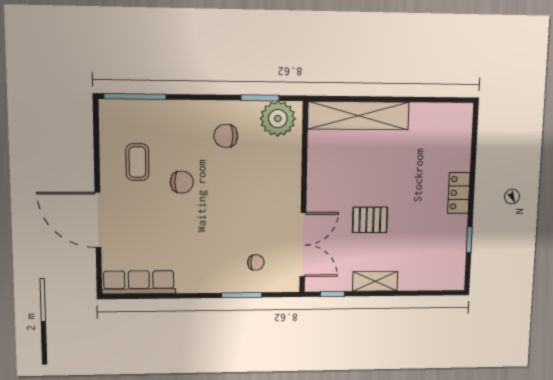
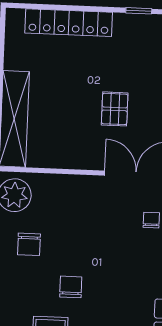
locker: (459, 193) -> (69, 23), width x2.16, depth x1.21

